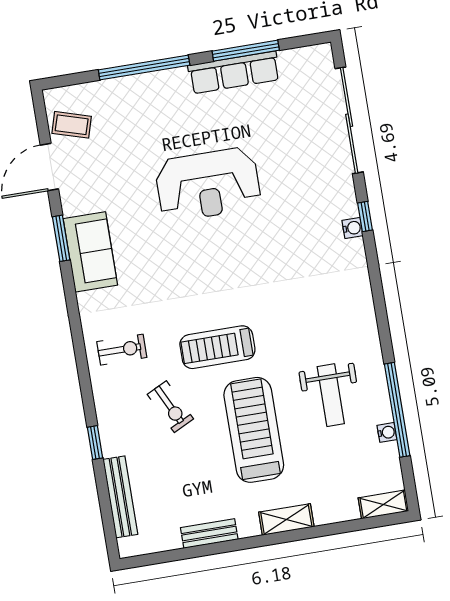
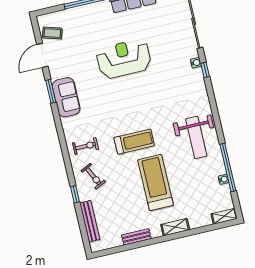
reception desk: (208, 184) -> (124, 59), turned 180
water cooler: (352, 228) -> (196, 63), moved
treadmill: (217, 347) -> (134, 142), turned 180
weight bench: (331, 395) -> (196, 137), moved, width x1.36, depth x1.33
exercise bike: (170, 407) -> (93, 176), moved

